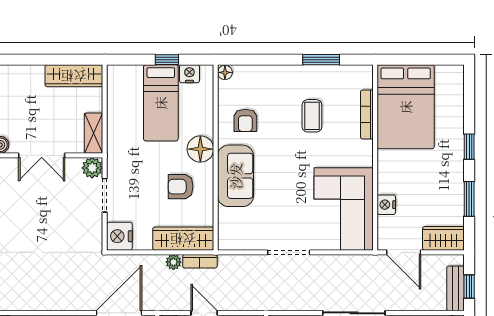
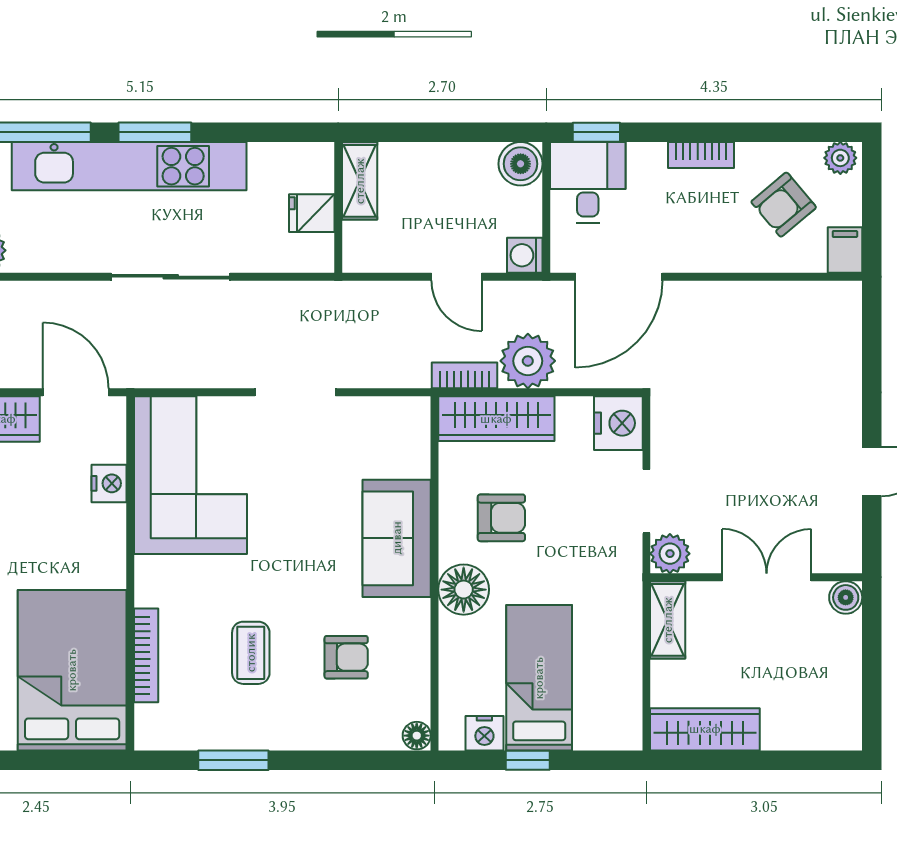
armchair: (245, 120) -> (346, 657), moved, turned 90
plant: (173, 262) -> (528, 361), width x1.88, depth x1.88

